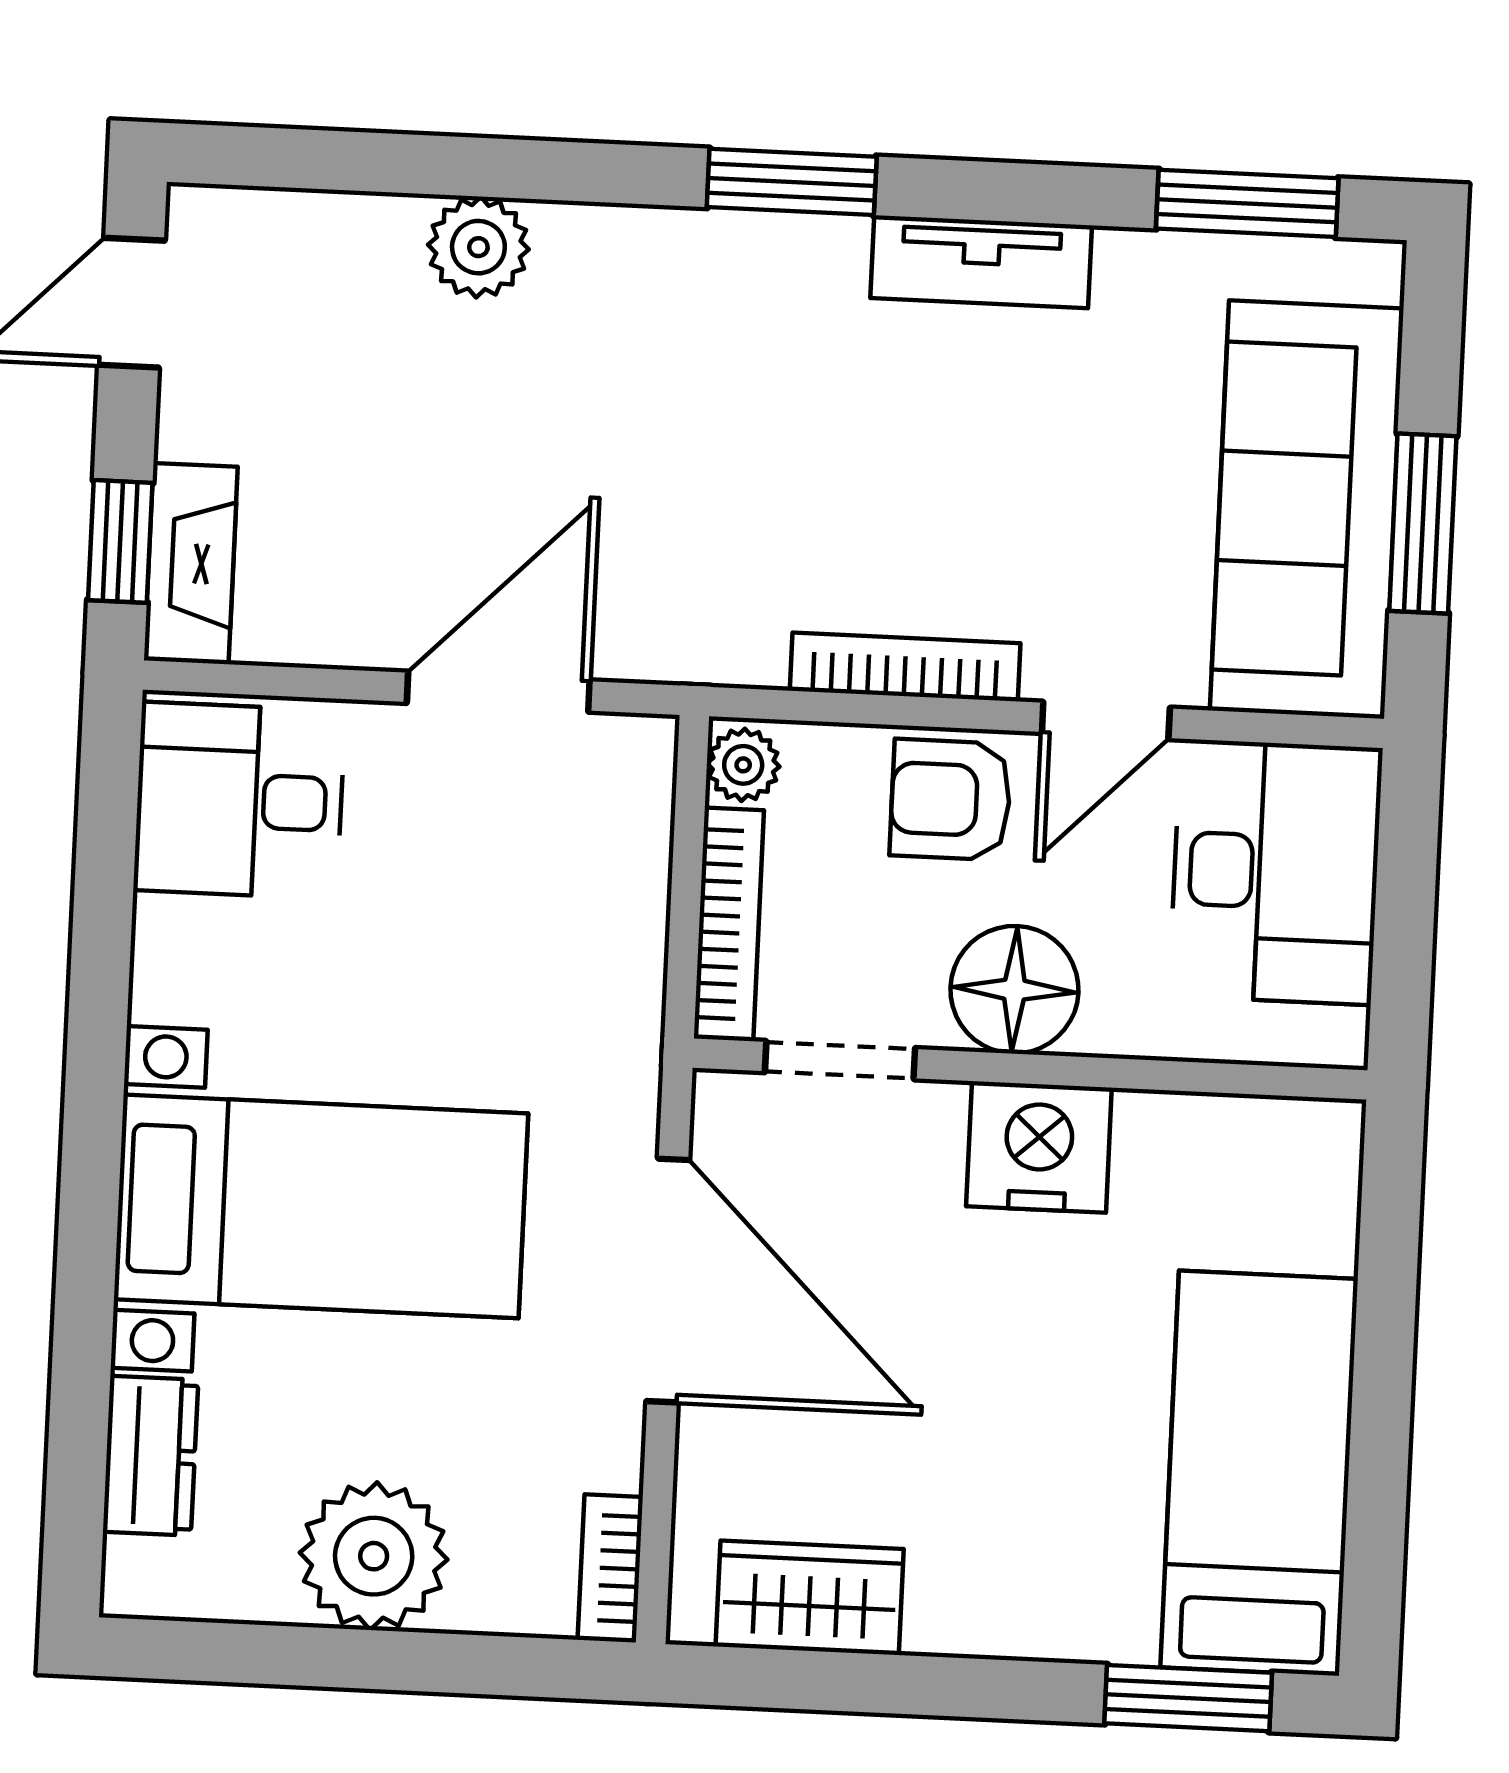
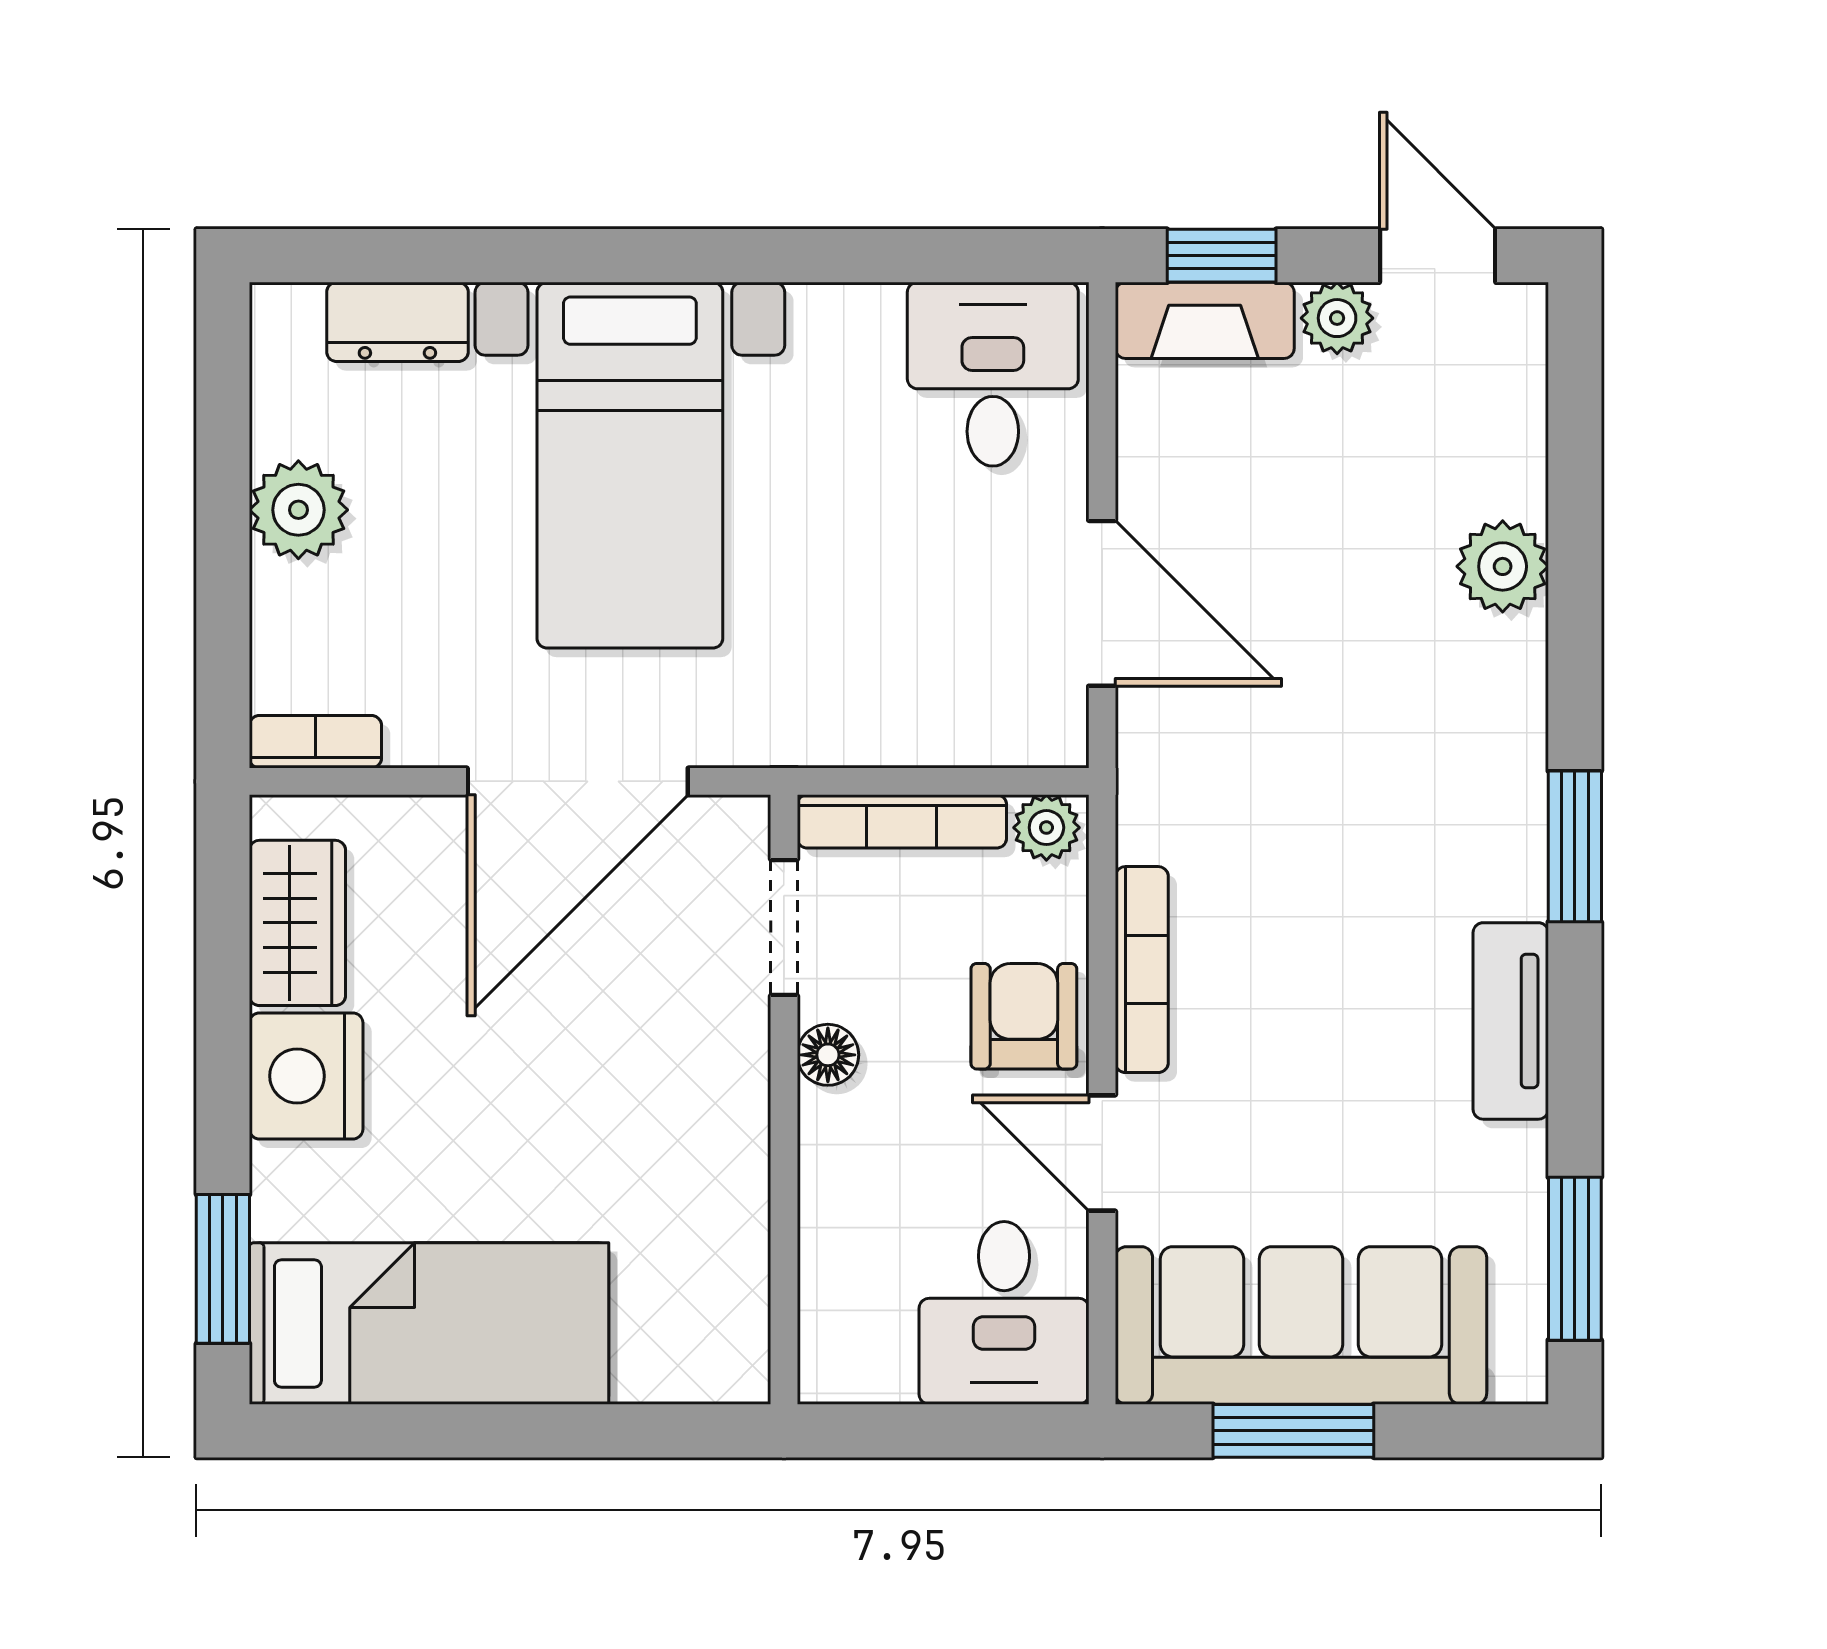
plant: (195, 417) -> (1337, 318), added
desk: (1276, 872) -> (1004, 1313), width x0.73
floor lamp: (1014, 990) -> (828, 1055), width x0.53, depth x0.53
nightstand: (1039, 1147) -> (306, 1076), moved, turned 180
plant: (374, 1556) -> (298, 510), width x0.73, depth x0.73

